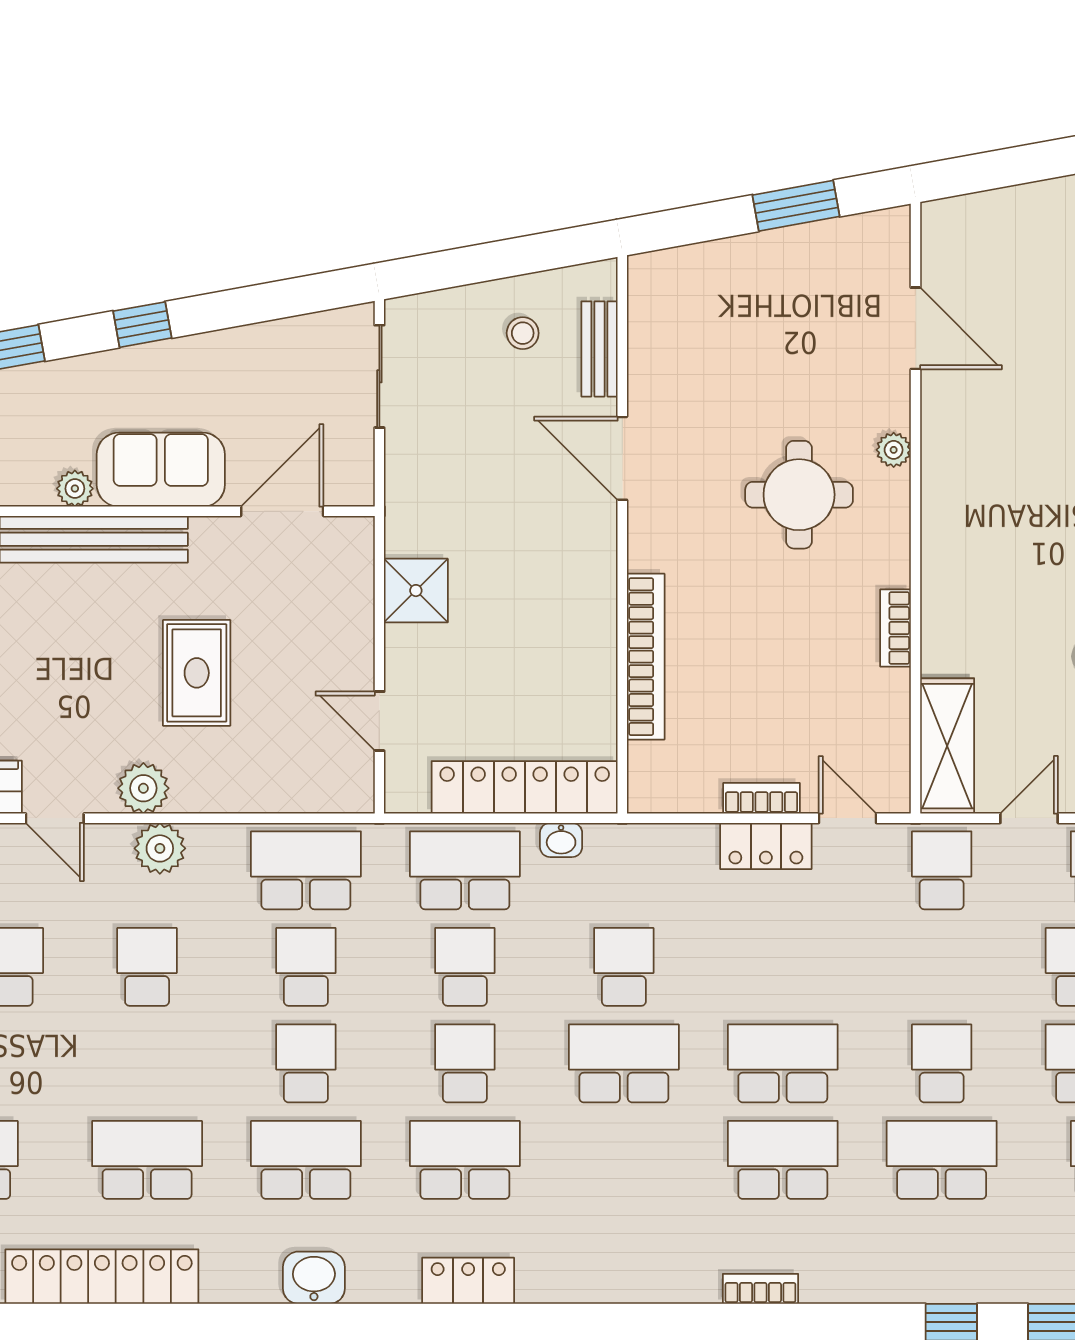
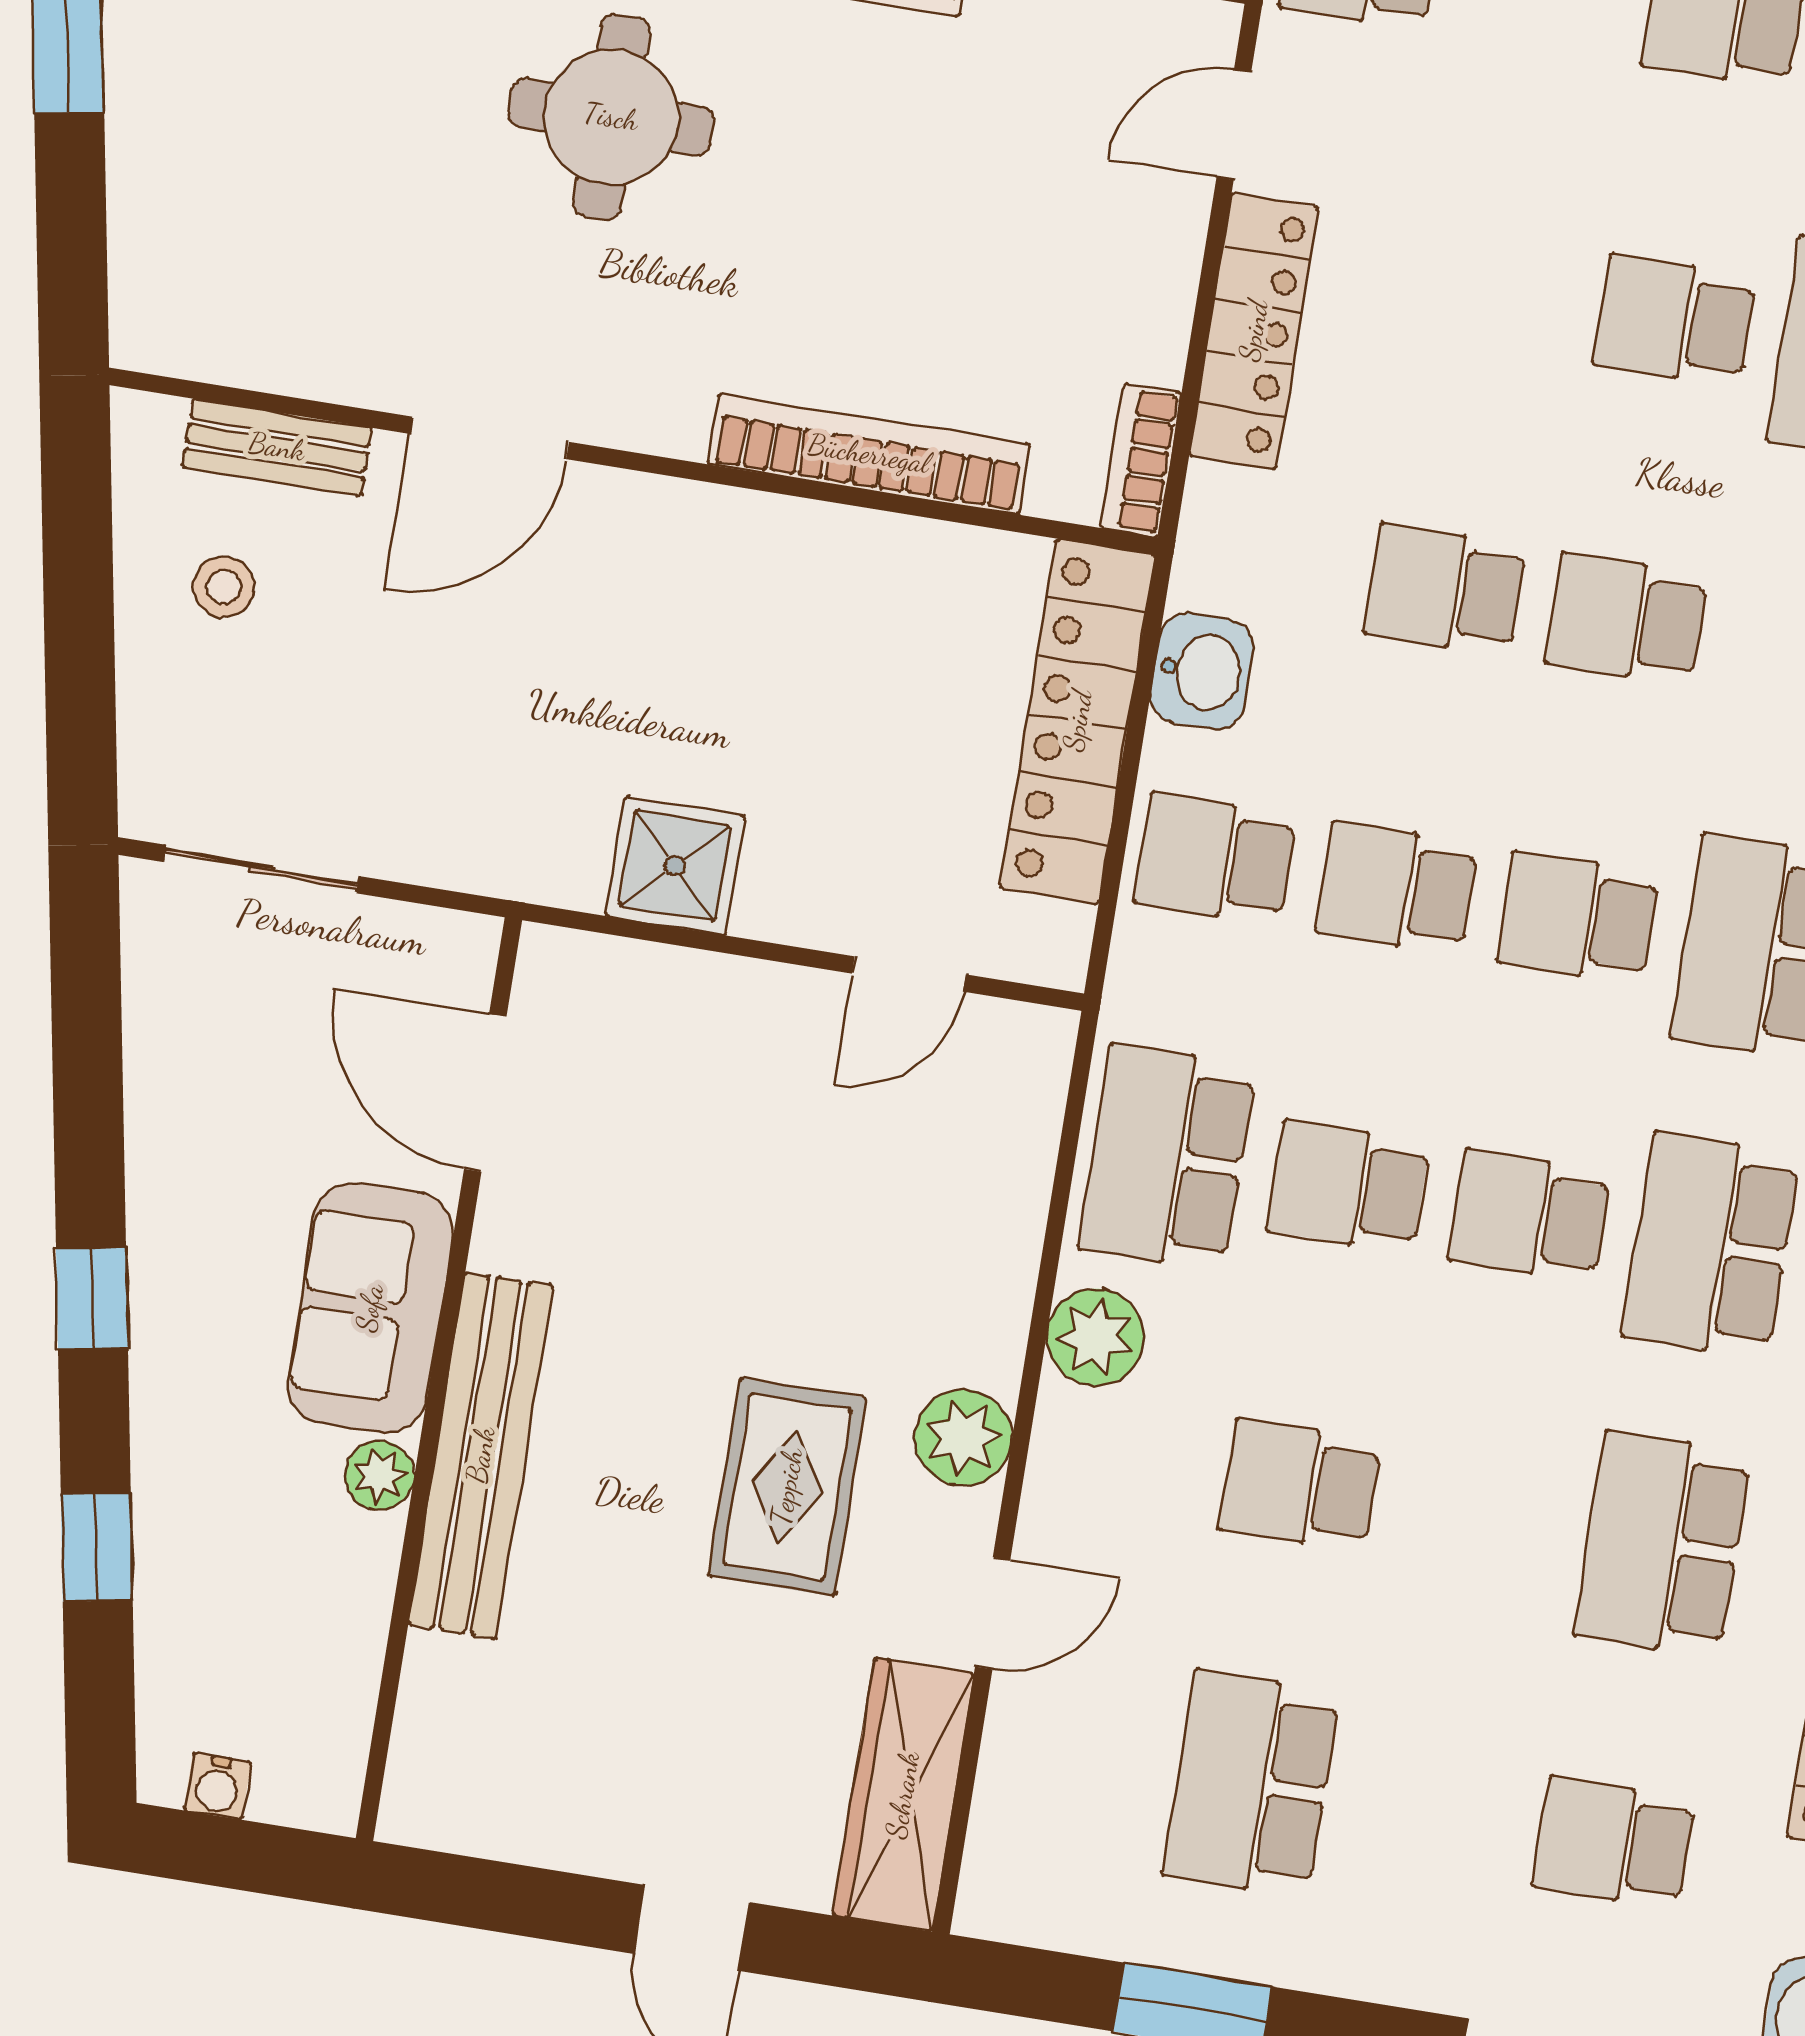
rug: (197, 673) -> (787, 1487), moved, turned 90
bookcase: (762, 798) -> (1141, 461), moved
washbasin: (561, 840) -> (1202, 671), width x1.38, depth x1.45
locker: (766, 846) -> (1254, 331), width x1.53
plant: (160, 848) -> (1096, 1337), moved
school desk: (465, 870) -> (1215, 859), width x0.54
school desk: (624, 1063) -> (1626, 619), width x0.54
school desk: (783, 1063) -> (1675, 320), width x0.54

